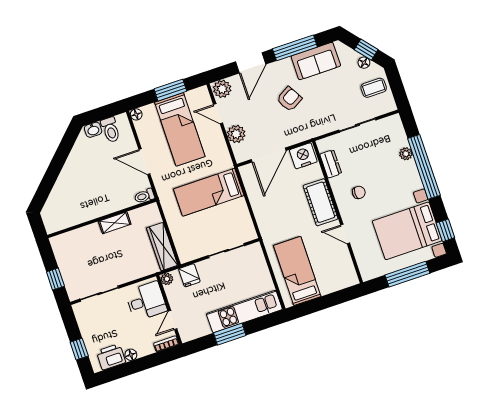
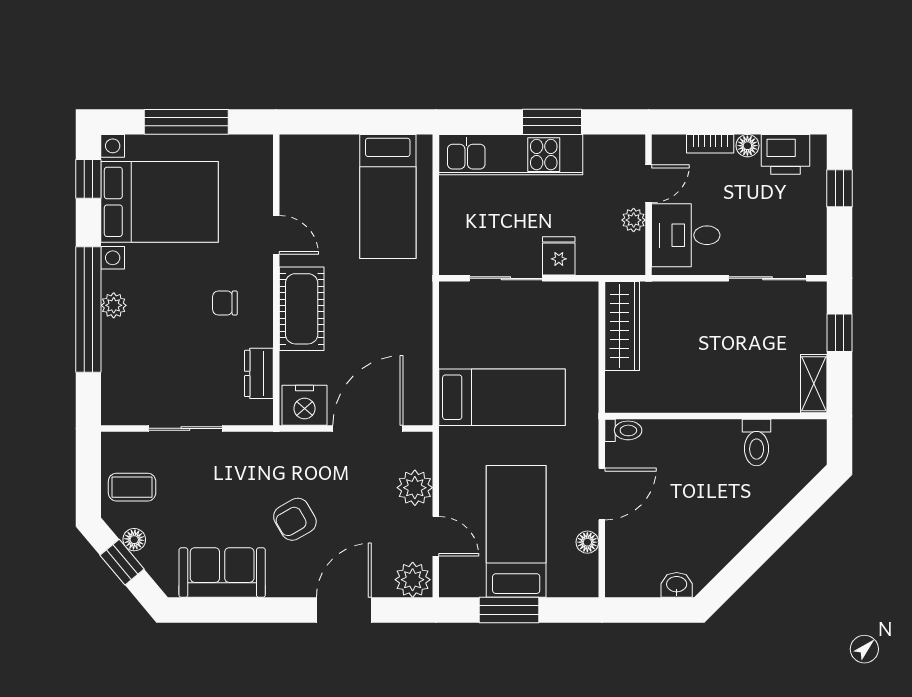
window: (295, 48) -> (253, 610), removed
floor lamp: (136, 114) -> (587, 542), moved
toilet: (111, 130) -> (757, 442), moved, turned 180
plant: (406, 154) -> (114, 305), moved
door: (144, 162) -> (602, 494), hinge flipped
shelving: (115, 223) -> (814, 384), moved, turned 90
fridge: (189, 275) -> (559, 256), moved
plant: (167, 279) -> (634, 220), moved
bookcase: (166, 344) -> (710, 144), moved

